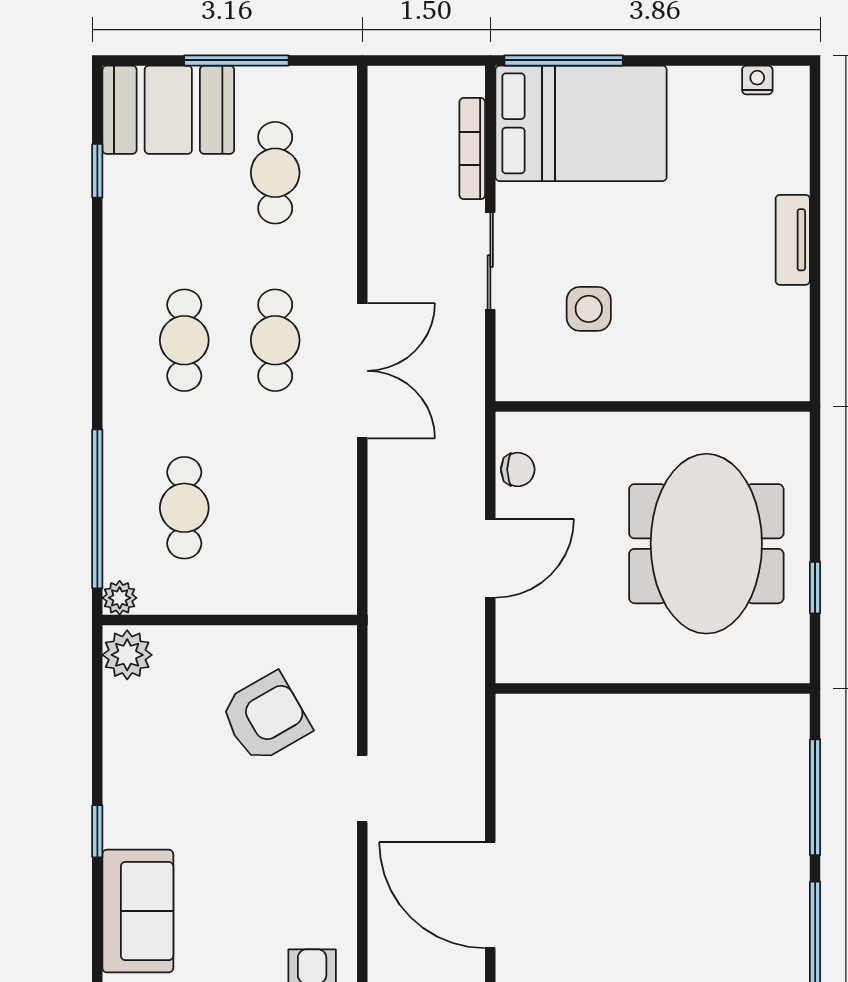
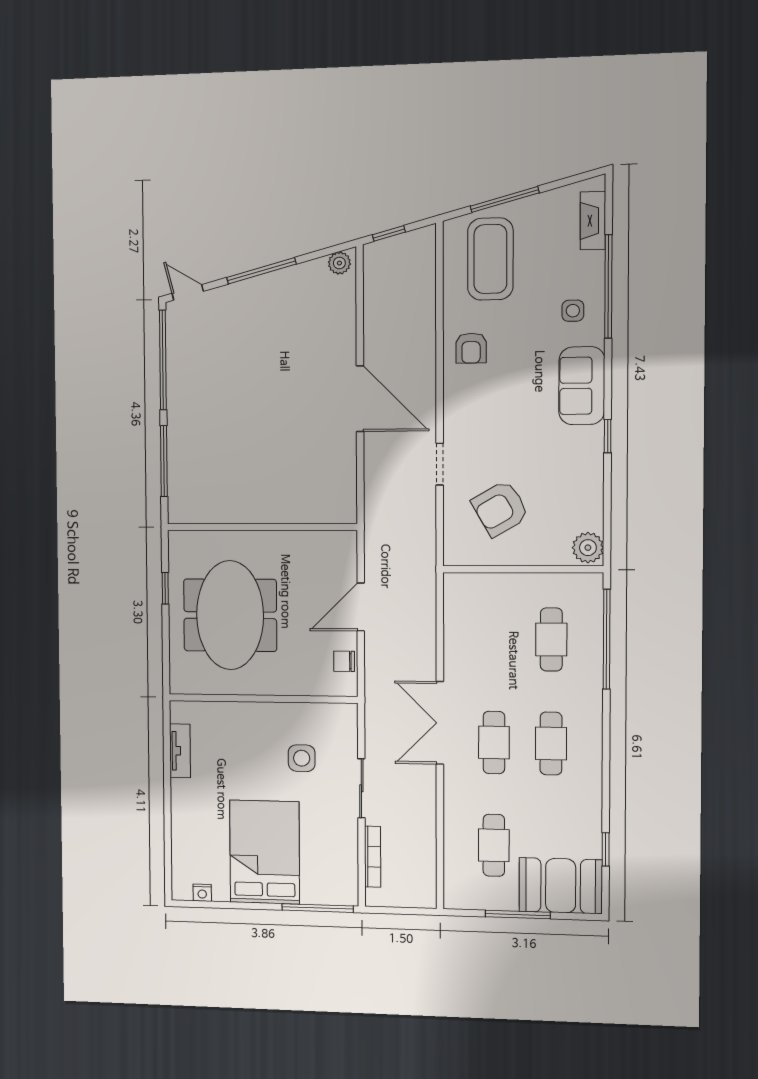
bed: (581, 123) -> (265, 852), moved, turned 90
tv unit: (793, 240) -> (180, 751), moved
plant: (120, 598) -> (593, 583), removed

